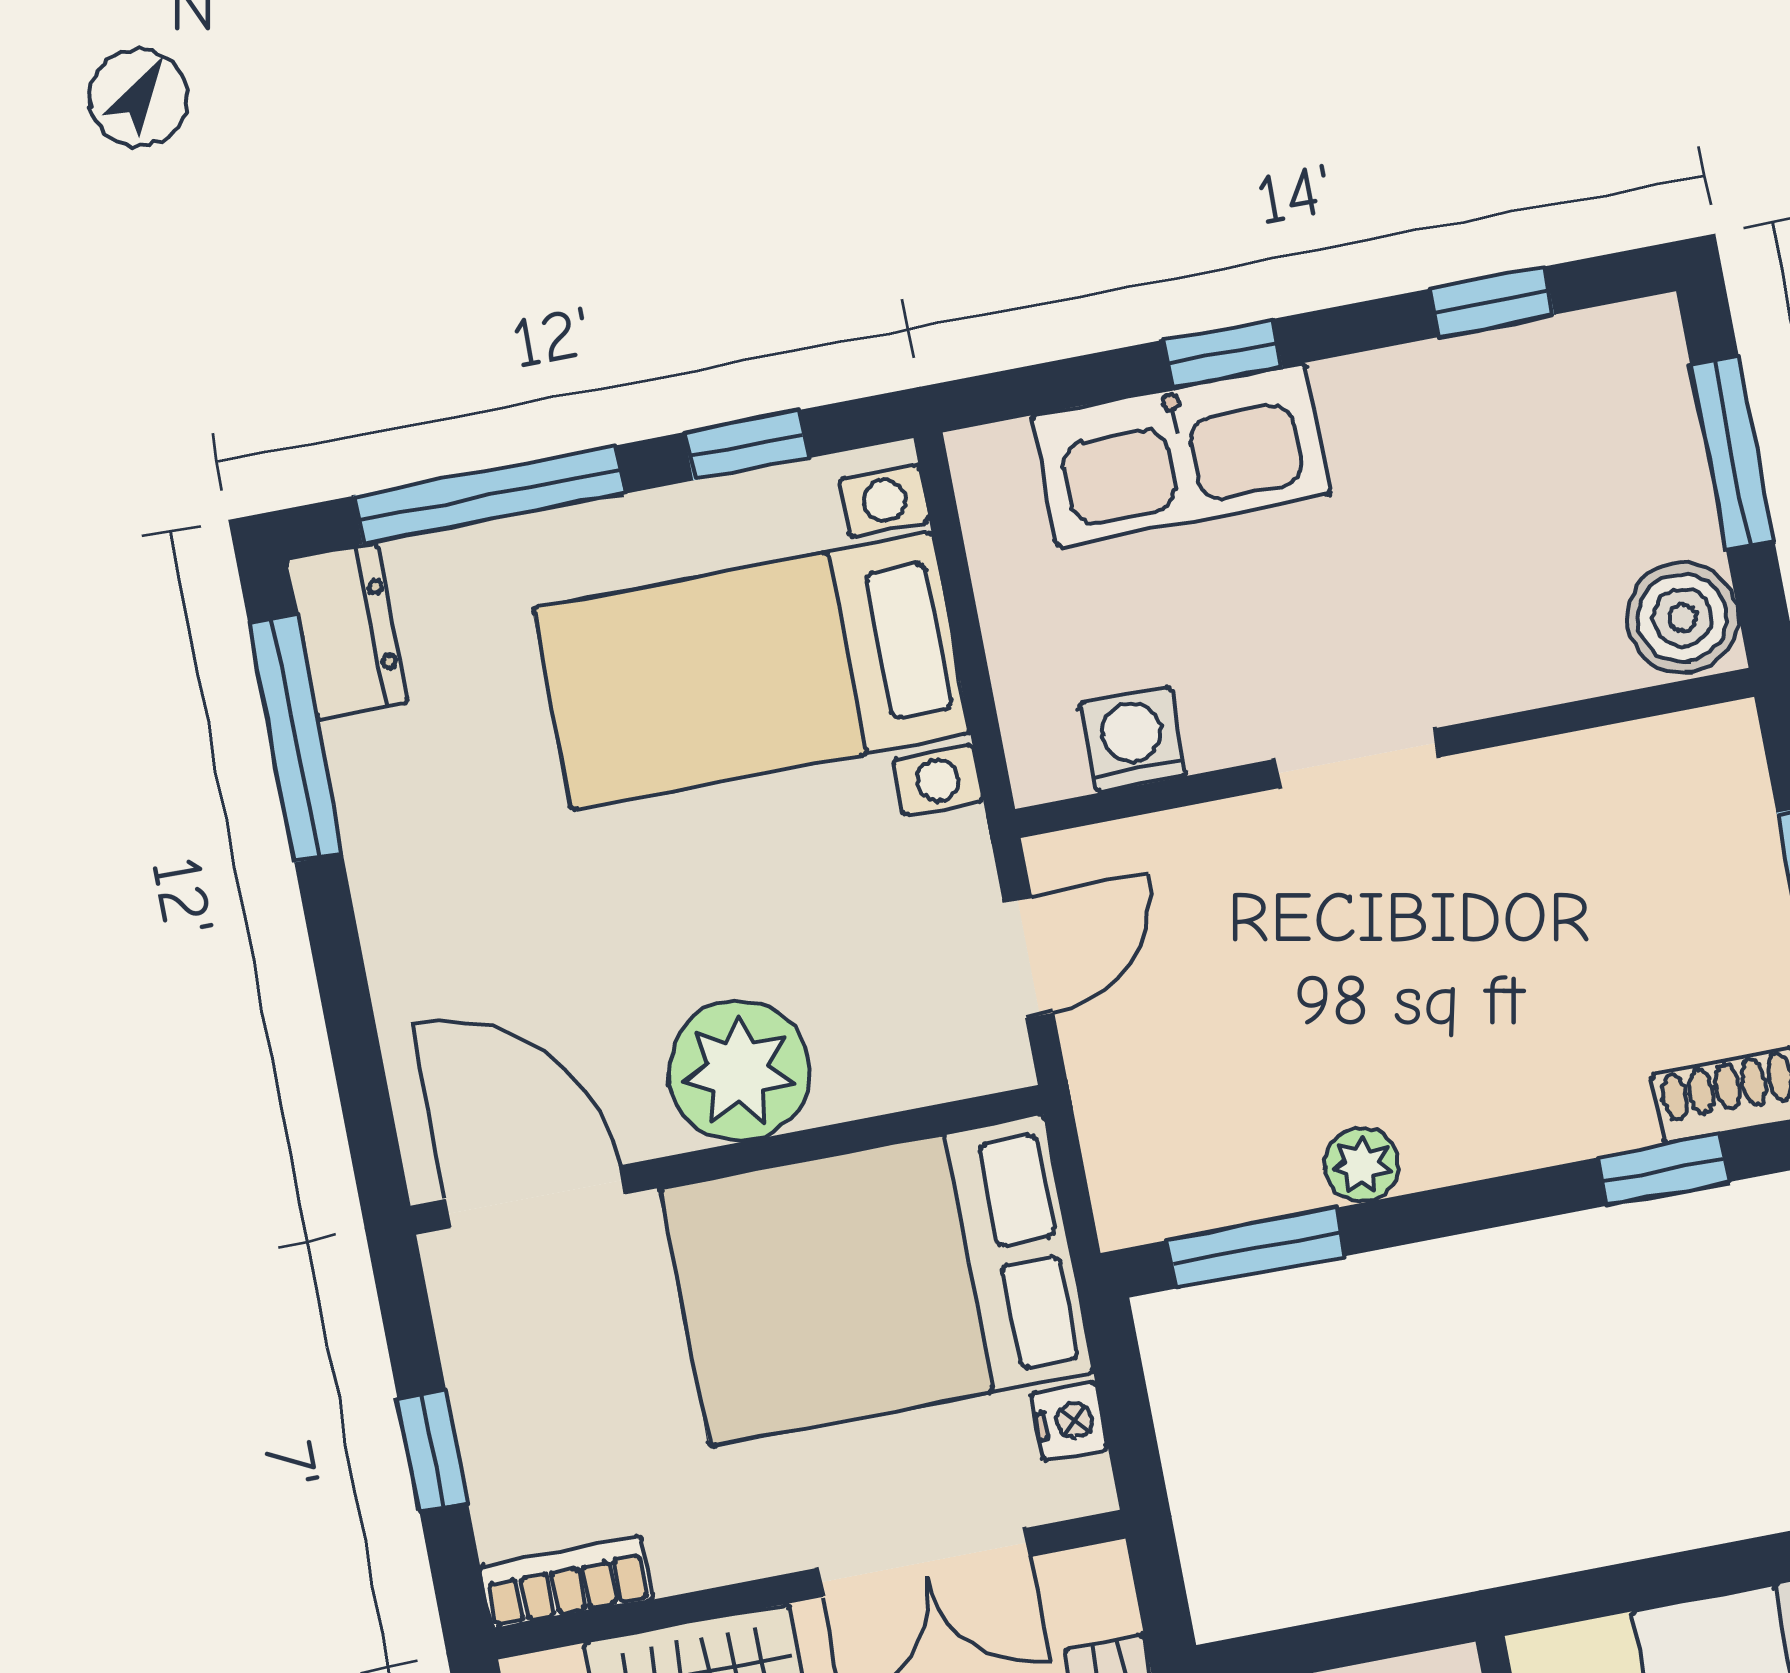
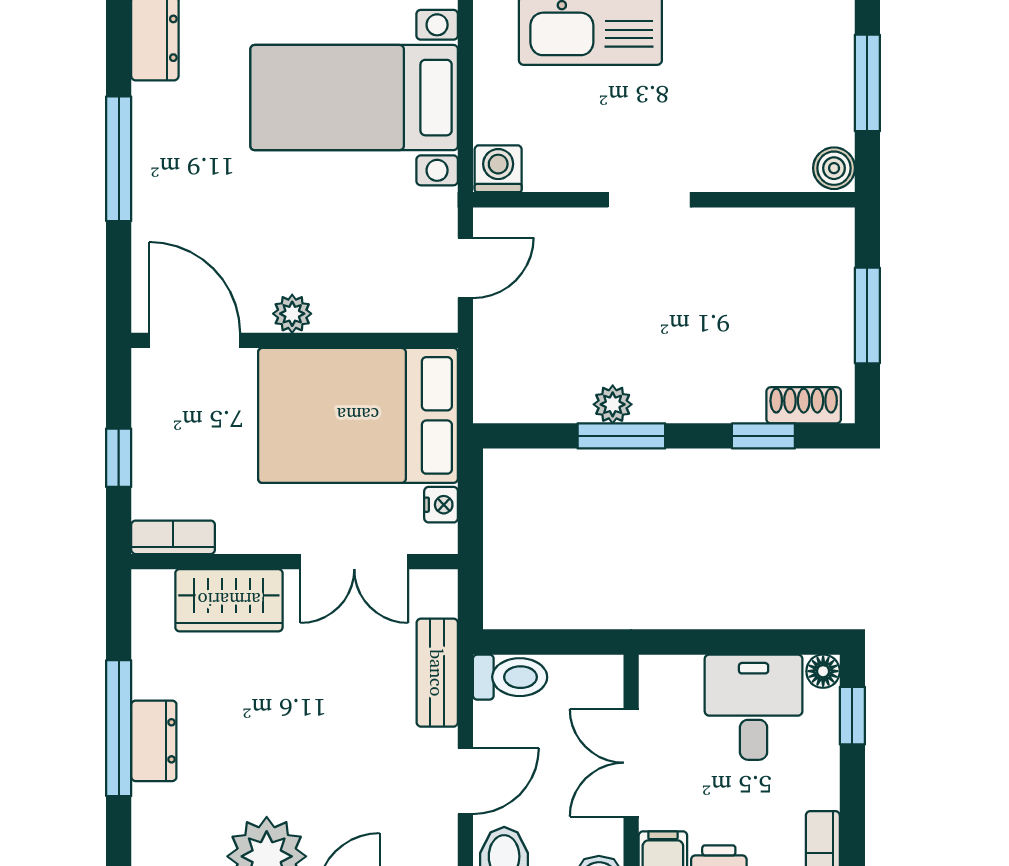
boiler: (1682, 618) -> (834, 168), width x0.73, depth x0.73
window: (295, 738) -> (119, 159), moved
washing machine: (1133, 739) -> (498, 169), moved
plant: (739, 1071) -> (292, 314), width x0.53, depth x0.53
window: (1256, 1248) -> (621, 436), moved

